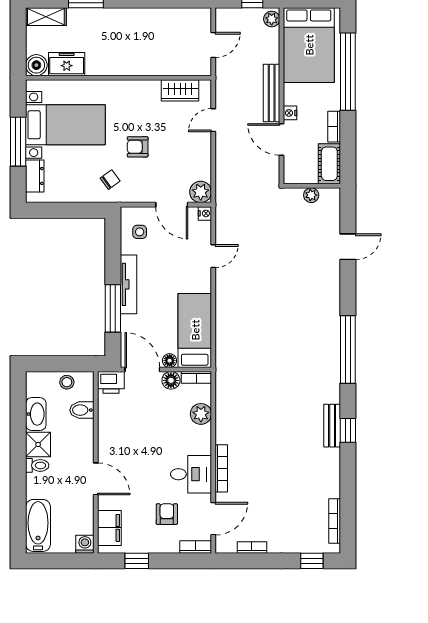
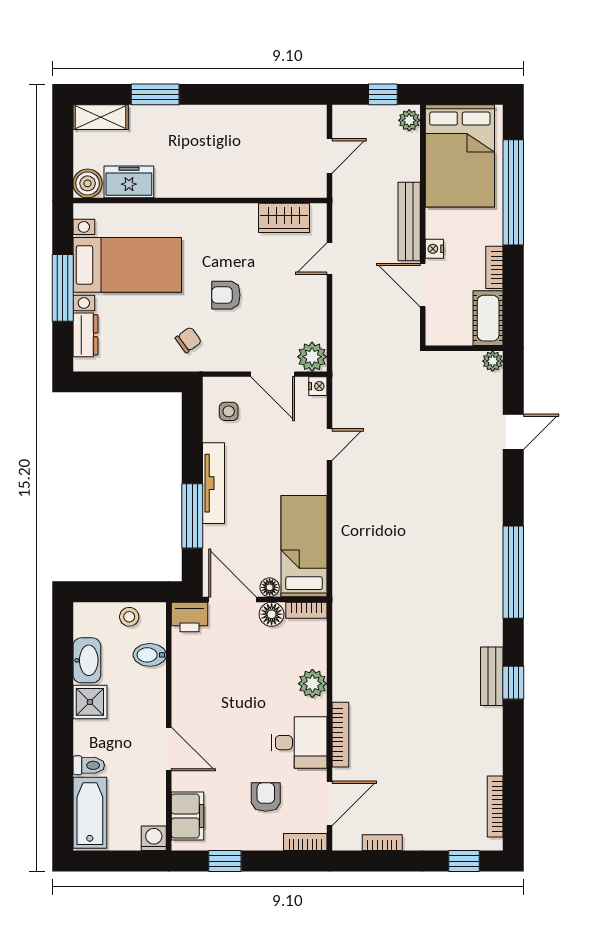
plant: (311, 195) -> (493, 361), moved
plant: (201, 414) -> (312, 684), moved
toilet: (37, 465) -> (89, 765), moved

